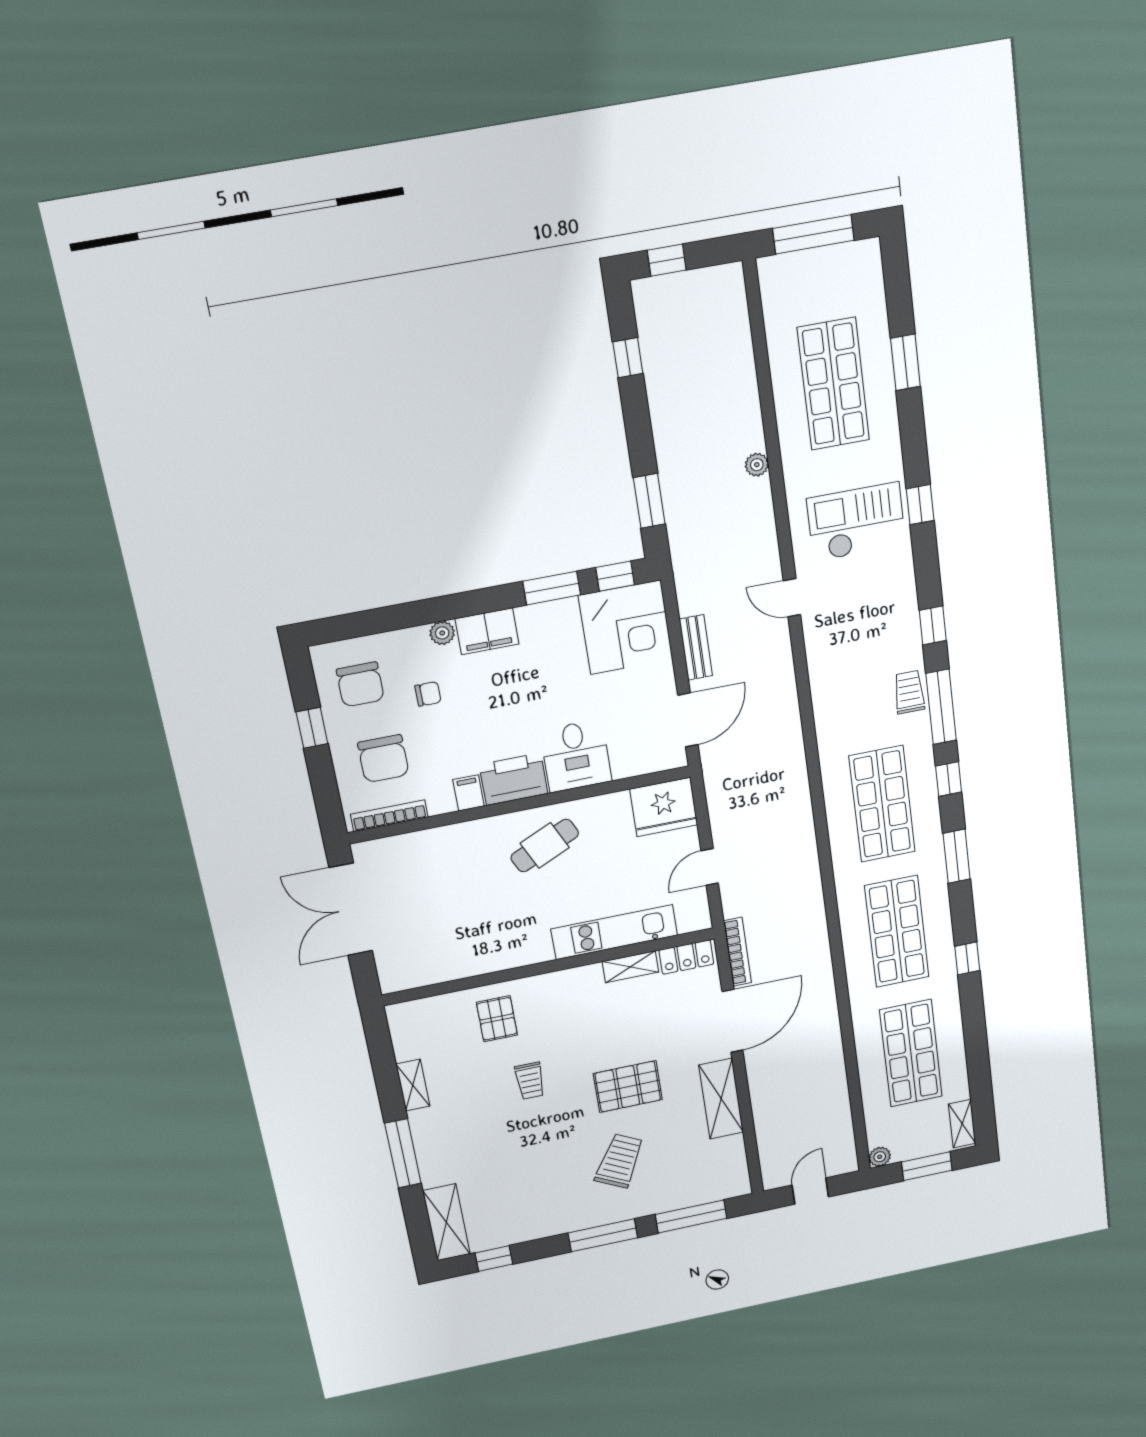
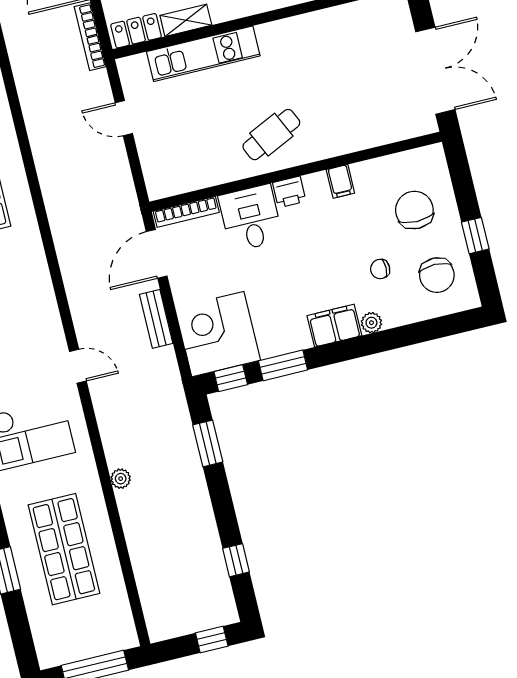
chair: (360, 684) -> (437, 275), turned 180
printer: (514, 779) -> (289, 192), width x0.53, depth x0.68
fridge: (664, 807) -> (170, 173), removed
bookcase: (389, 816) -> (186, 212), moved
door: (710, 867) -> (124, 118), swing flipped

